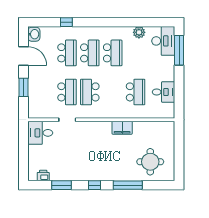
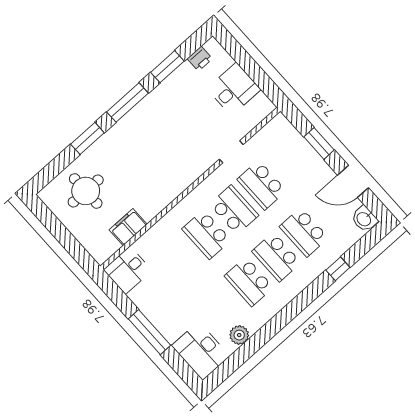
window: (179, 50) -> (149, 332), moved
school desk: (136, 92) -> (206, 235), moved
desk: (164, 92) -> (128, 270), moved
filing cabinet: (122, 128) -> (128, 227), moved
desk: (40, 133) -> (234, 89), moved
window: (94, 185) -> (128, 102), width x2.17
window: (128, 185) -> (87, 138), width x0.69

